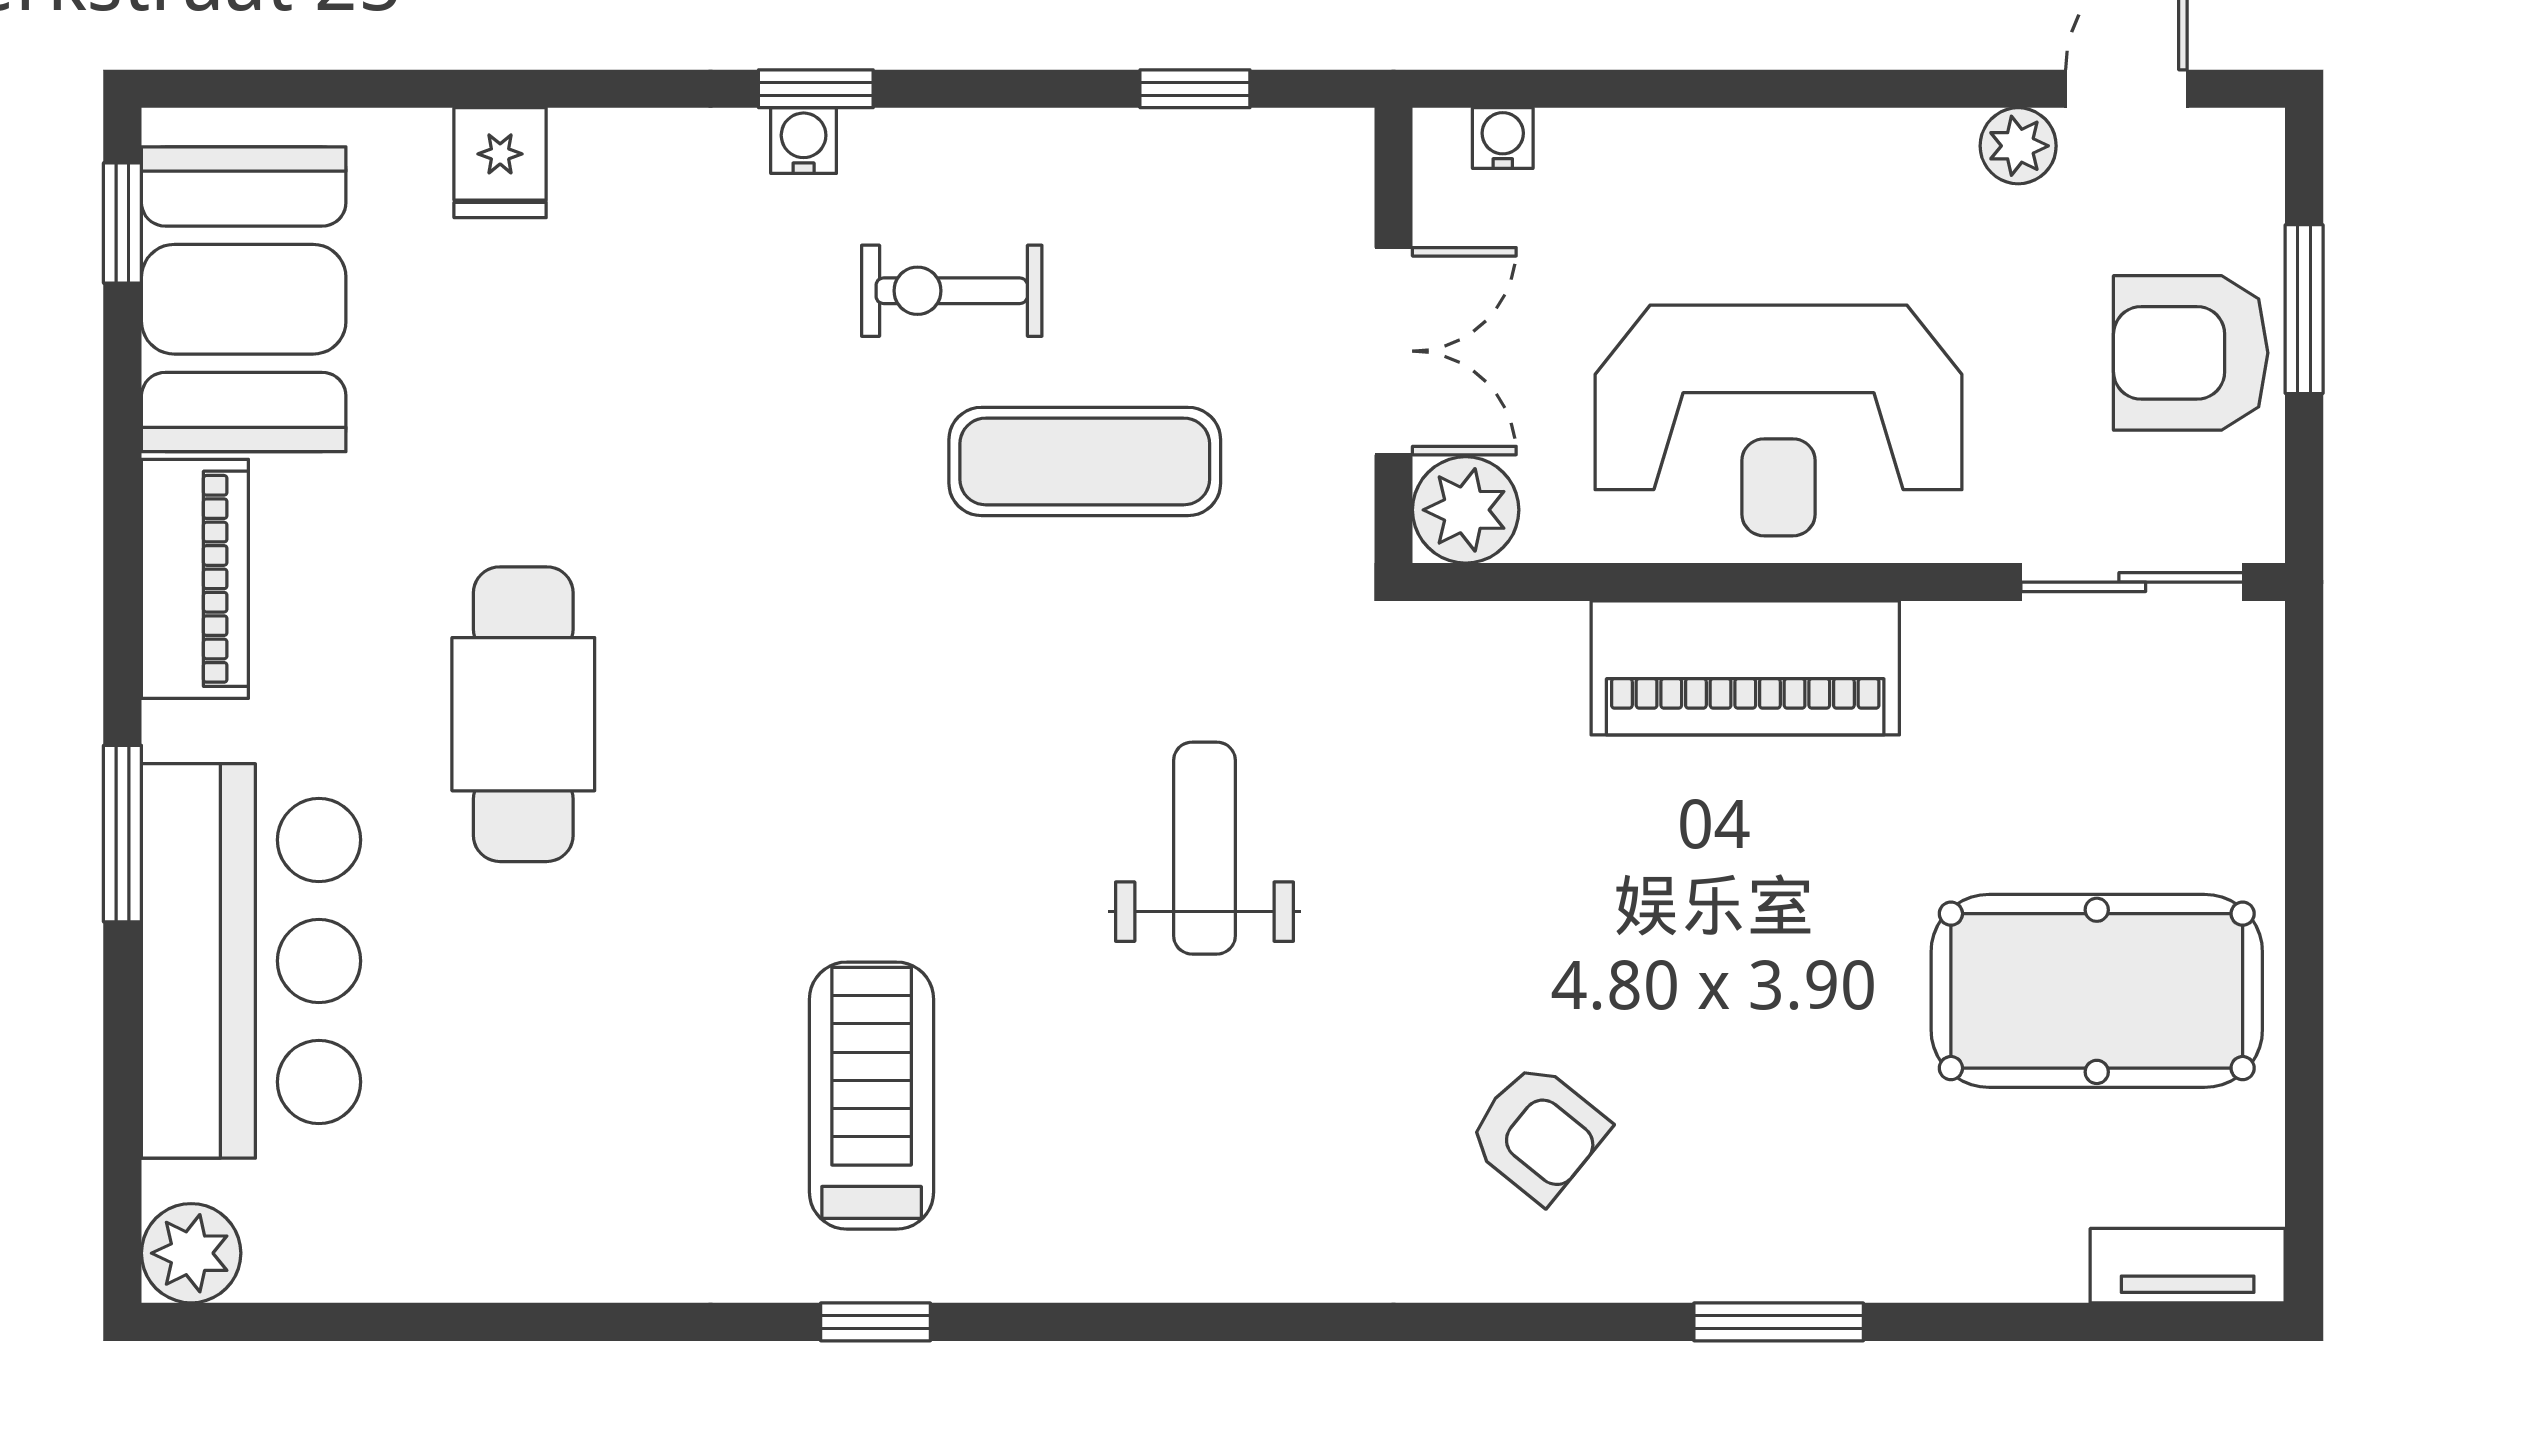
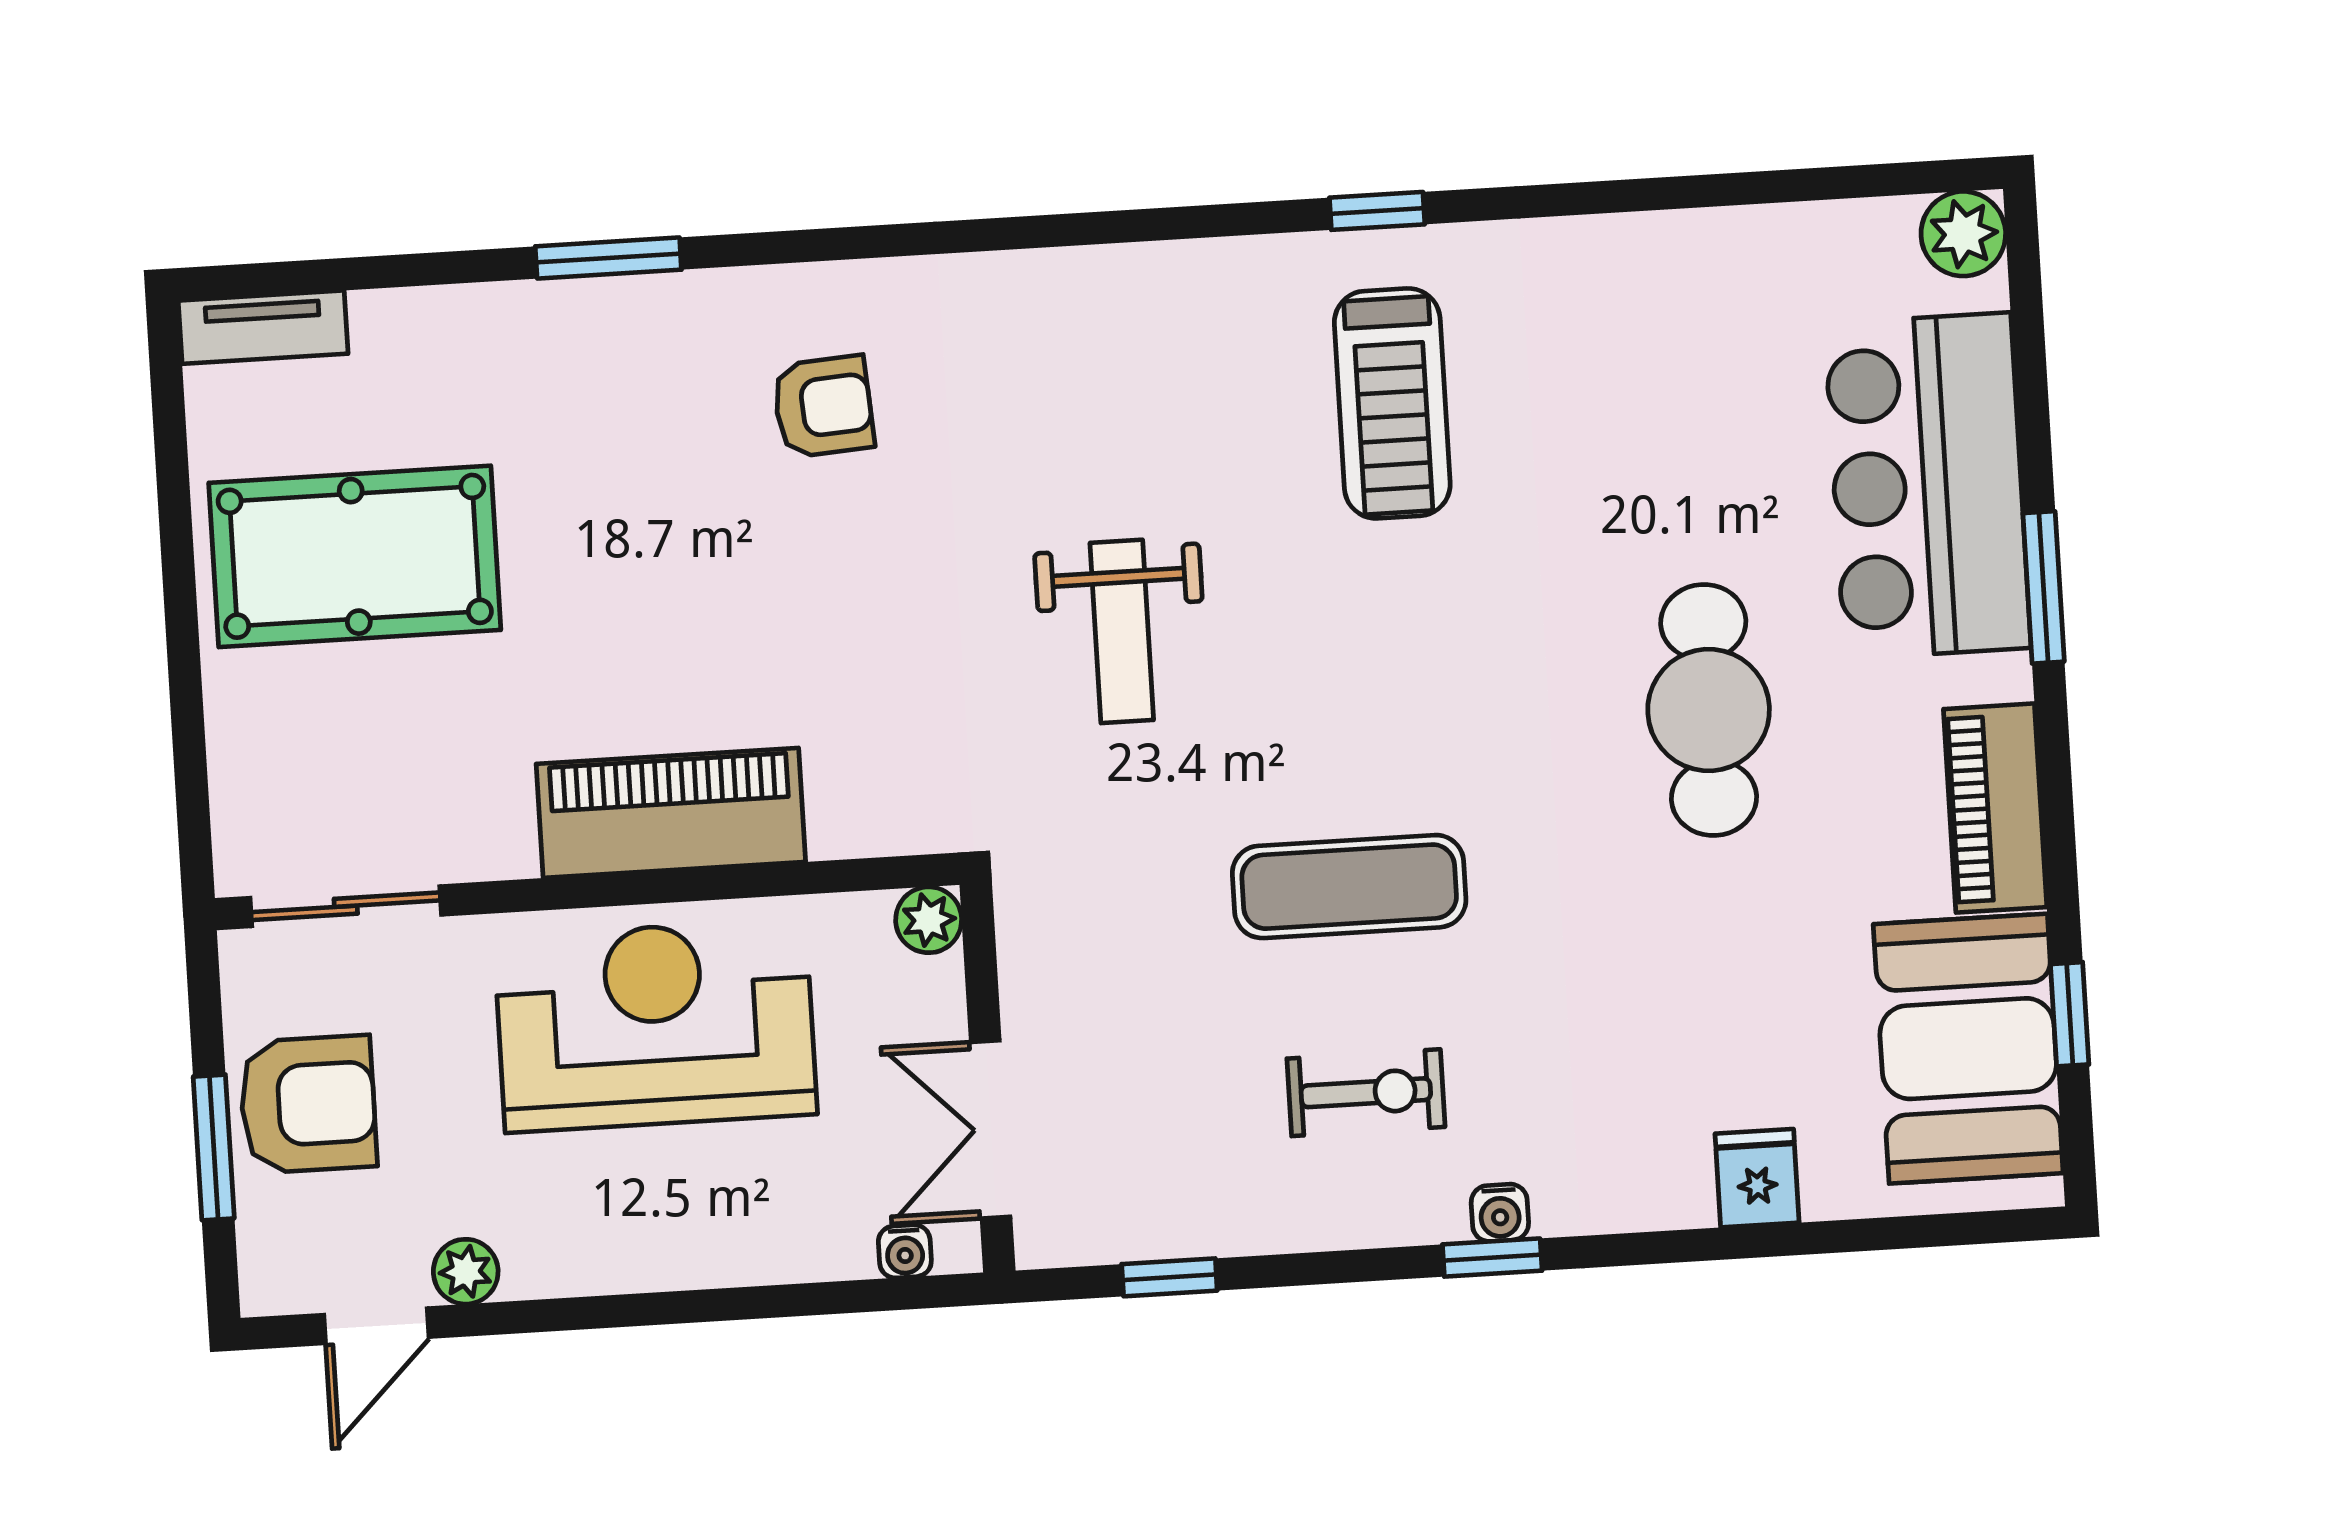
window: (122, 223) -> (2070, 1014), moved
double door: (1394, 351) -> (991, 1129), moved
exercise mat: (1085, 461) -> (1349, 887), moved
plant: (1466, 510) -> (929, 920), width x0.73, depth x0.73
armchair: (1538, 1133) -> (823, 407), turned 137

